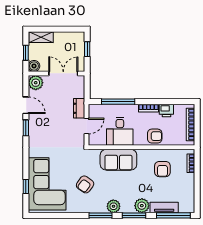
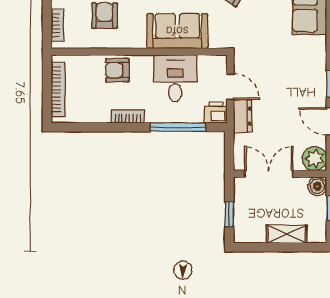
shelving: (41, 37) -> (286, 234), moved
double door: (63, 73) -> (269, 174), swing flipped
printer: (166, 110) -> (216, 113), moved
door: (87, 126) -> (230, 87), swing flipped

